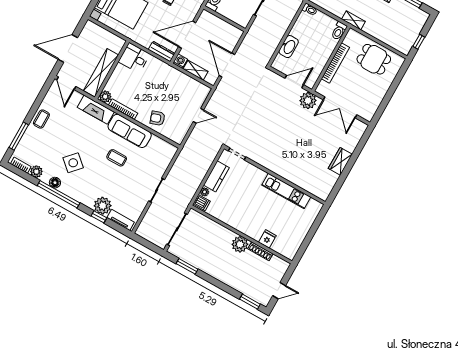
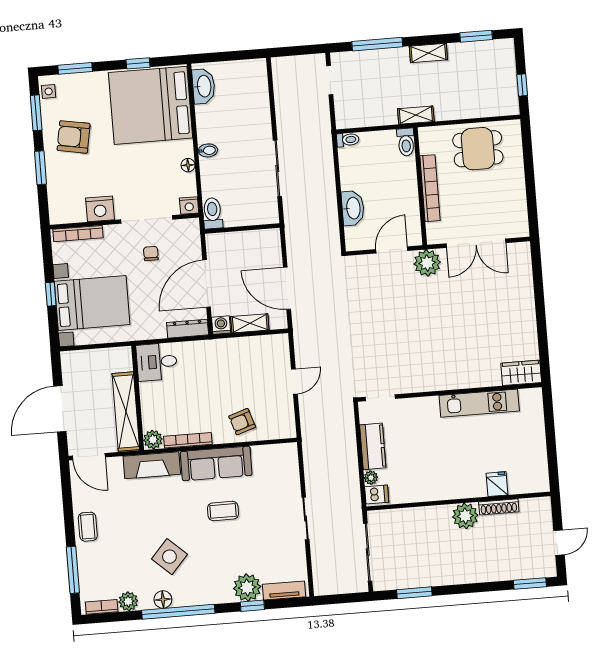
wardrobe: (340, 161) -> (521, 373), moved, turned 90

